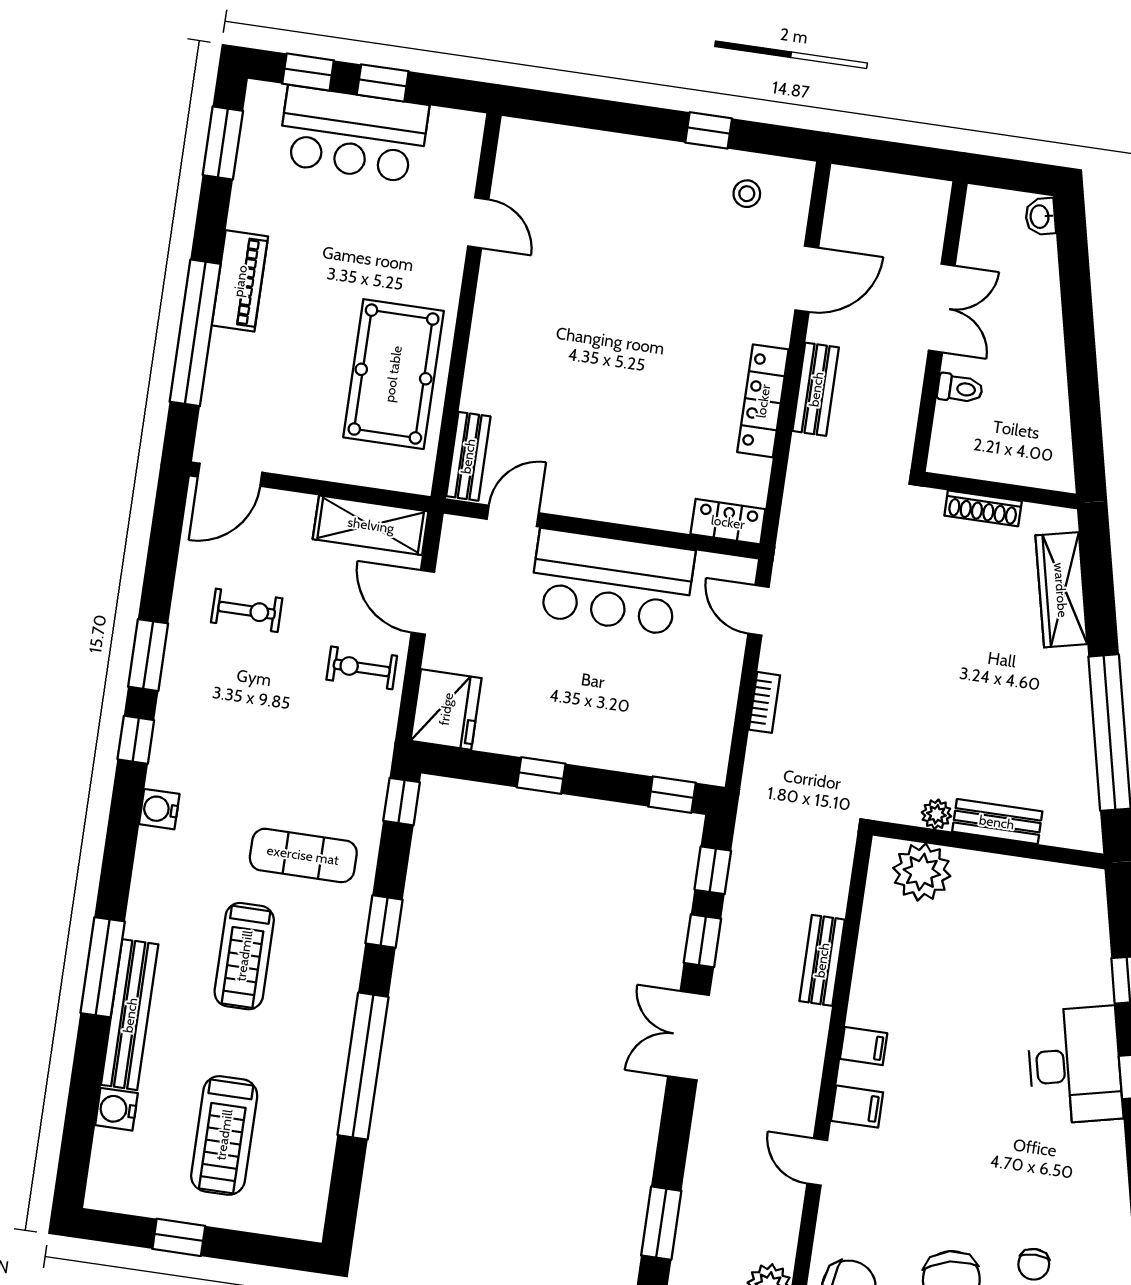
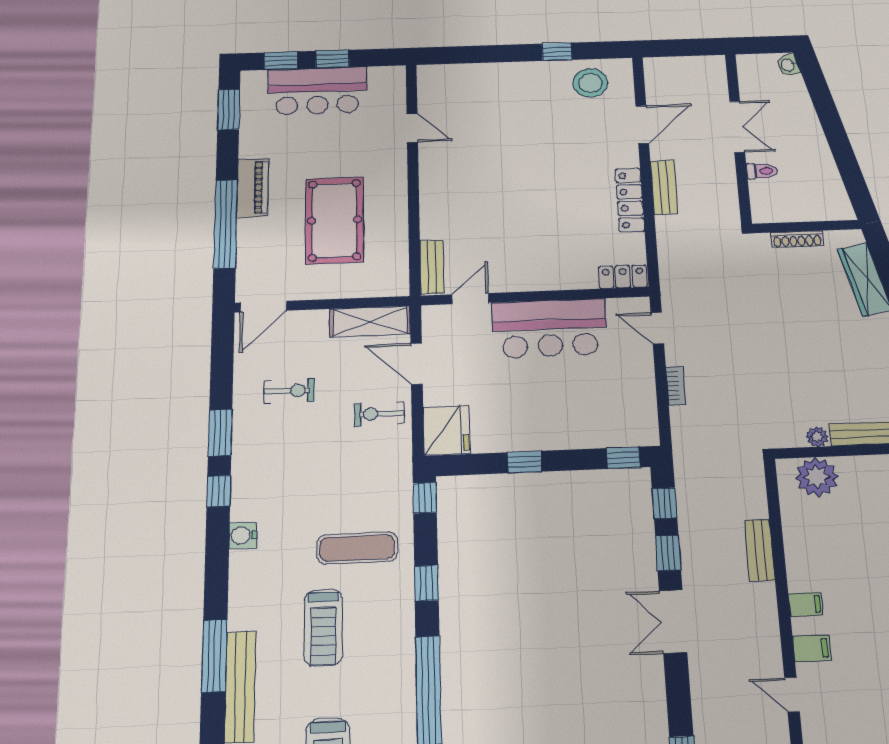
stool: (747, 194) -> (590, 83), width x1.89, depth x1.89
pool table: (393, 374) -> (334, 220), moved

